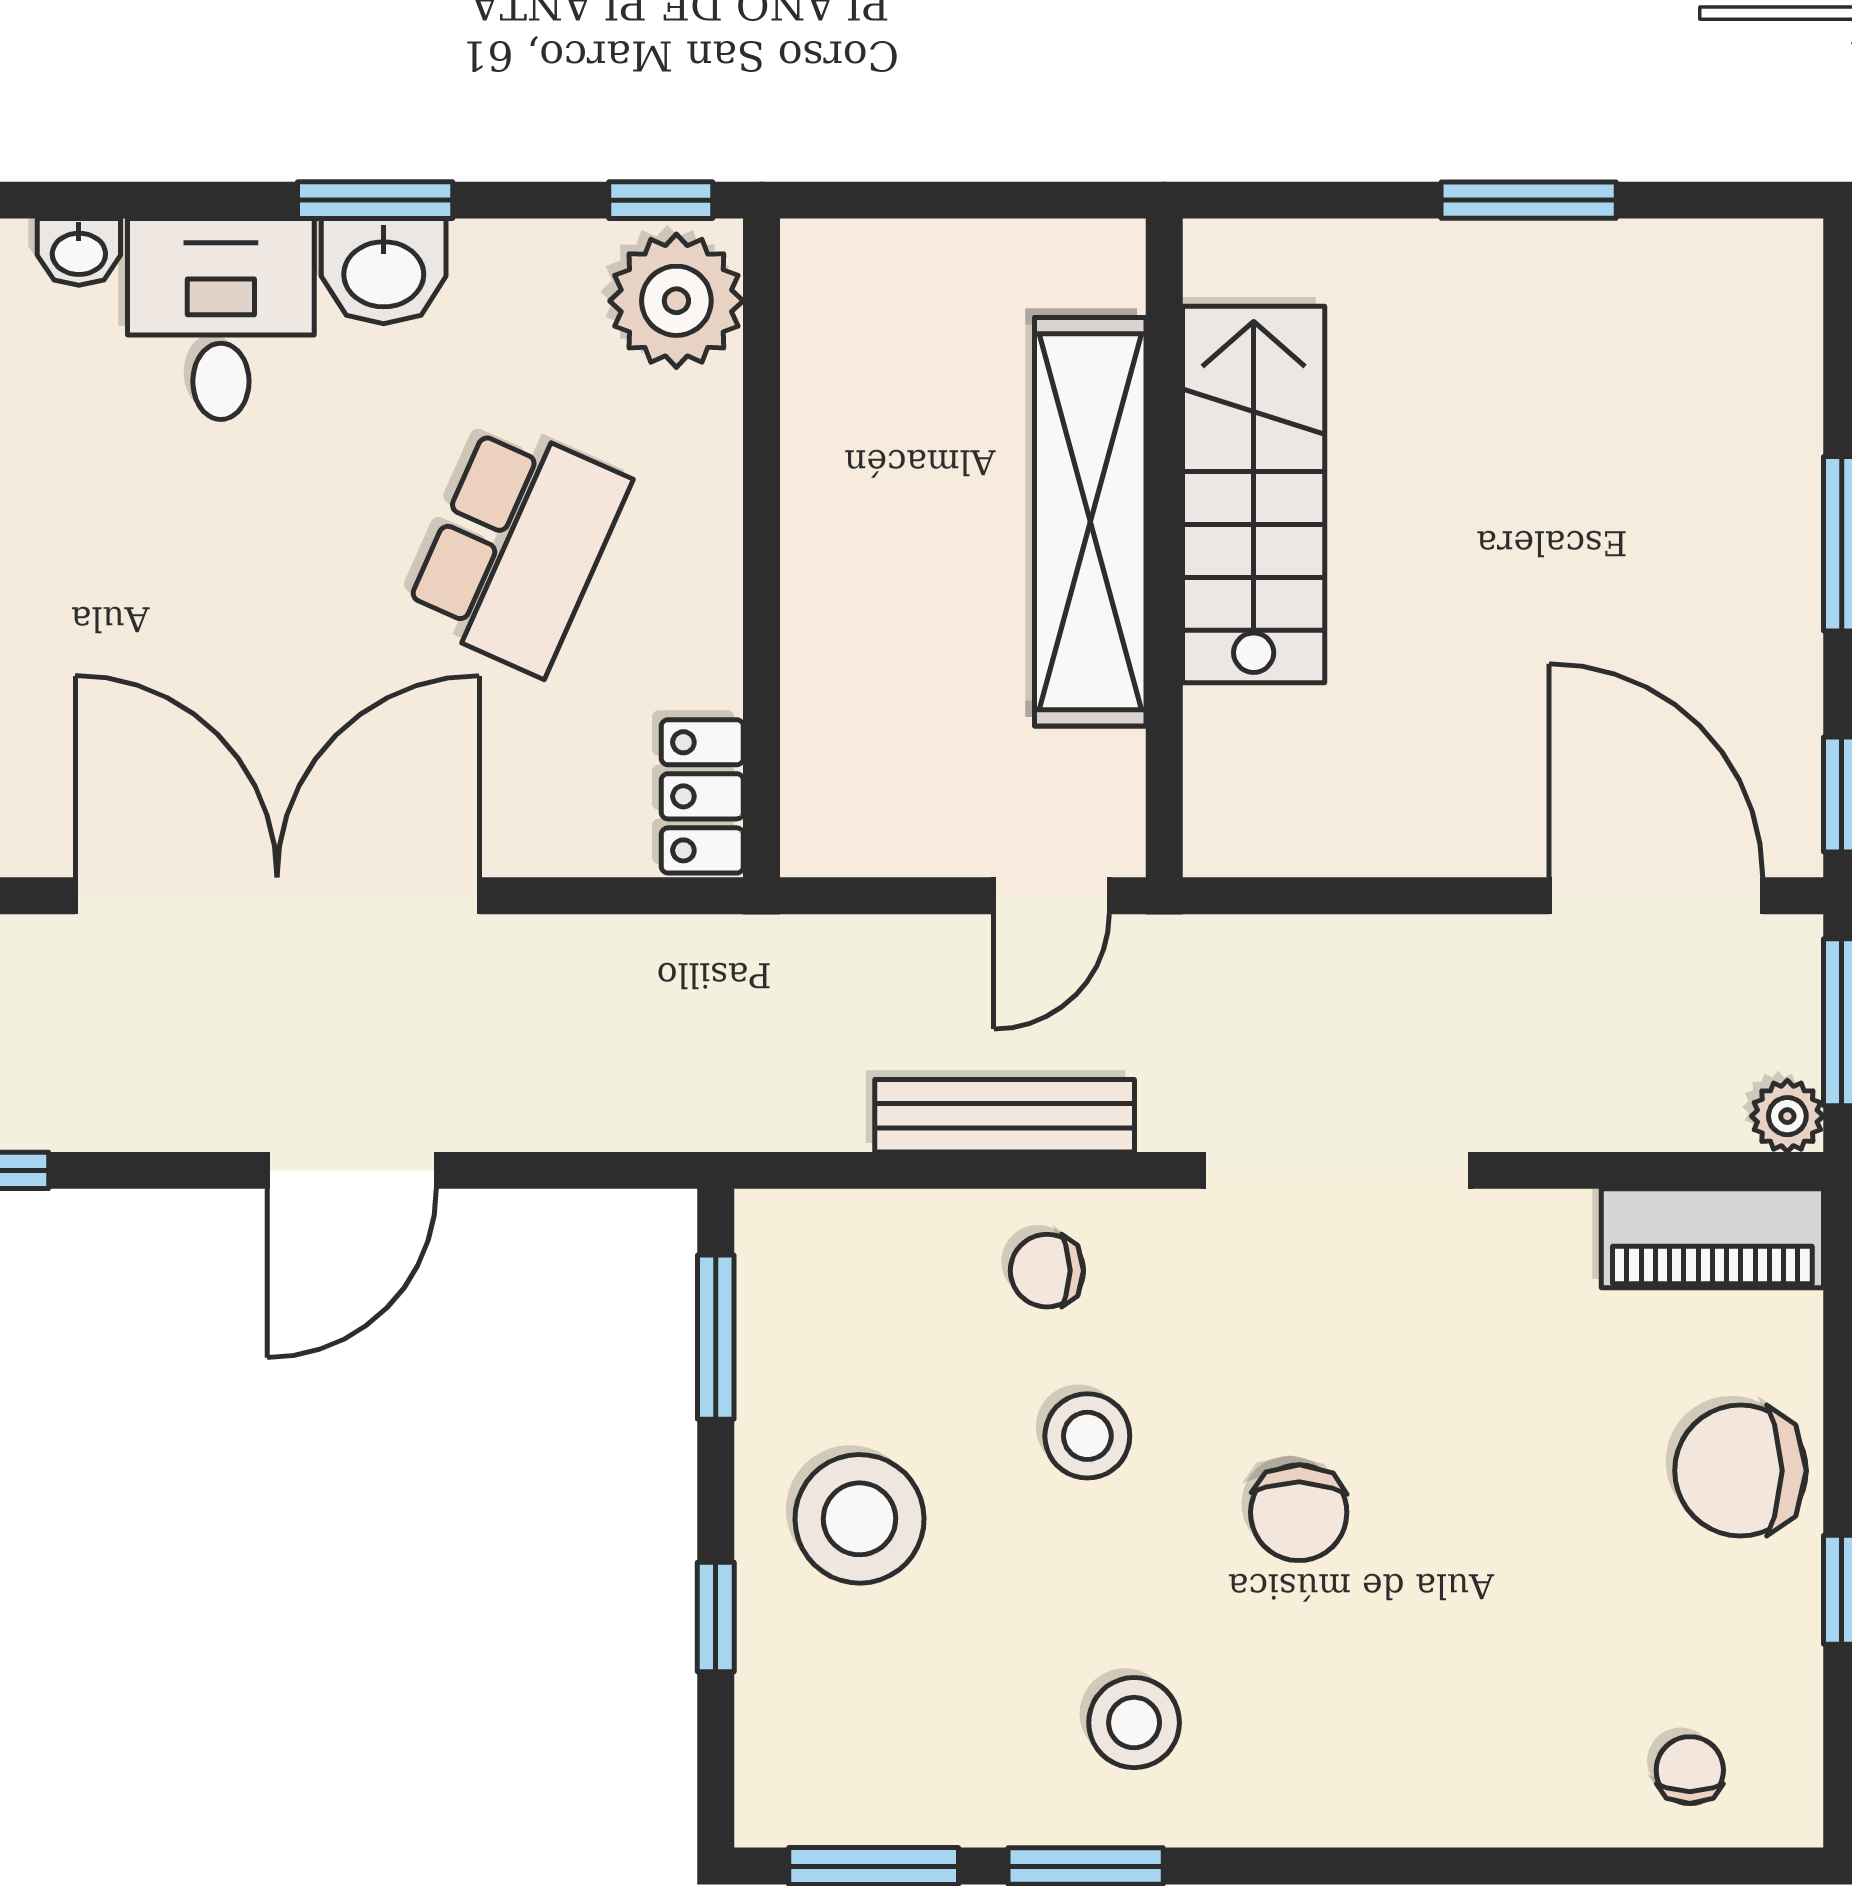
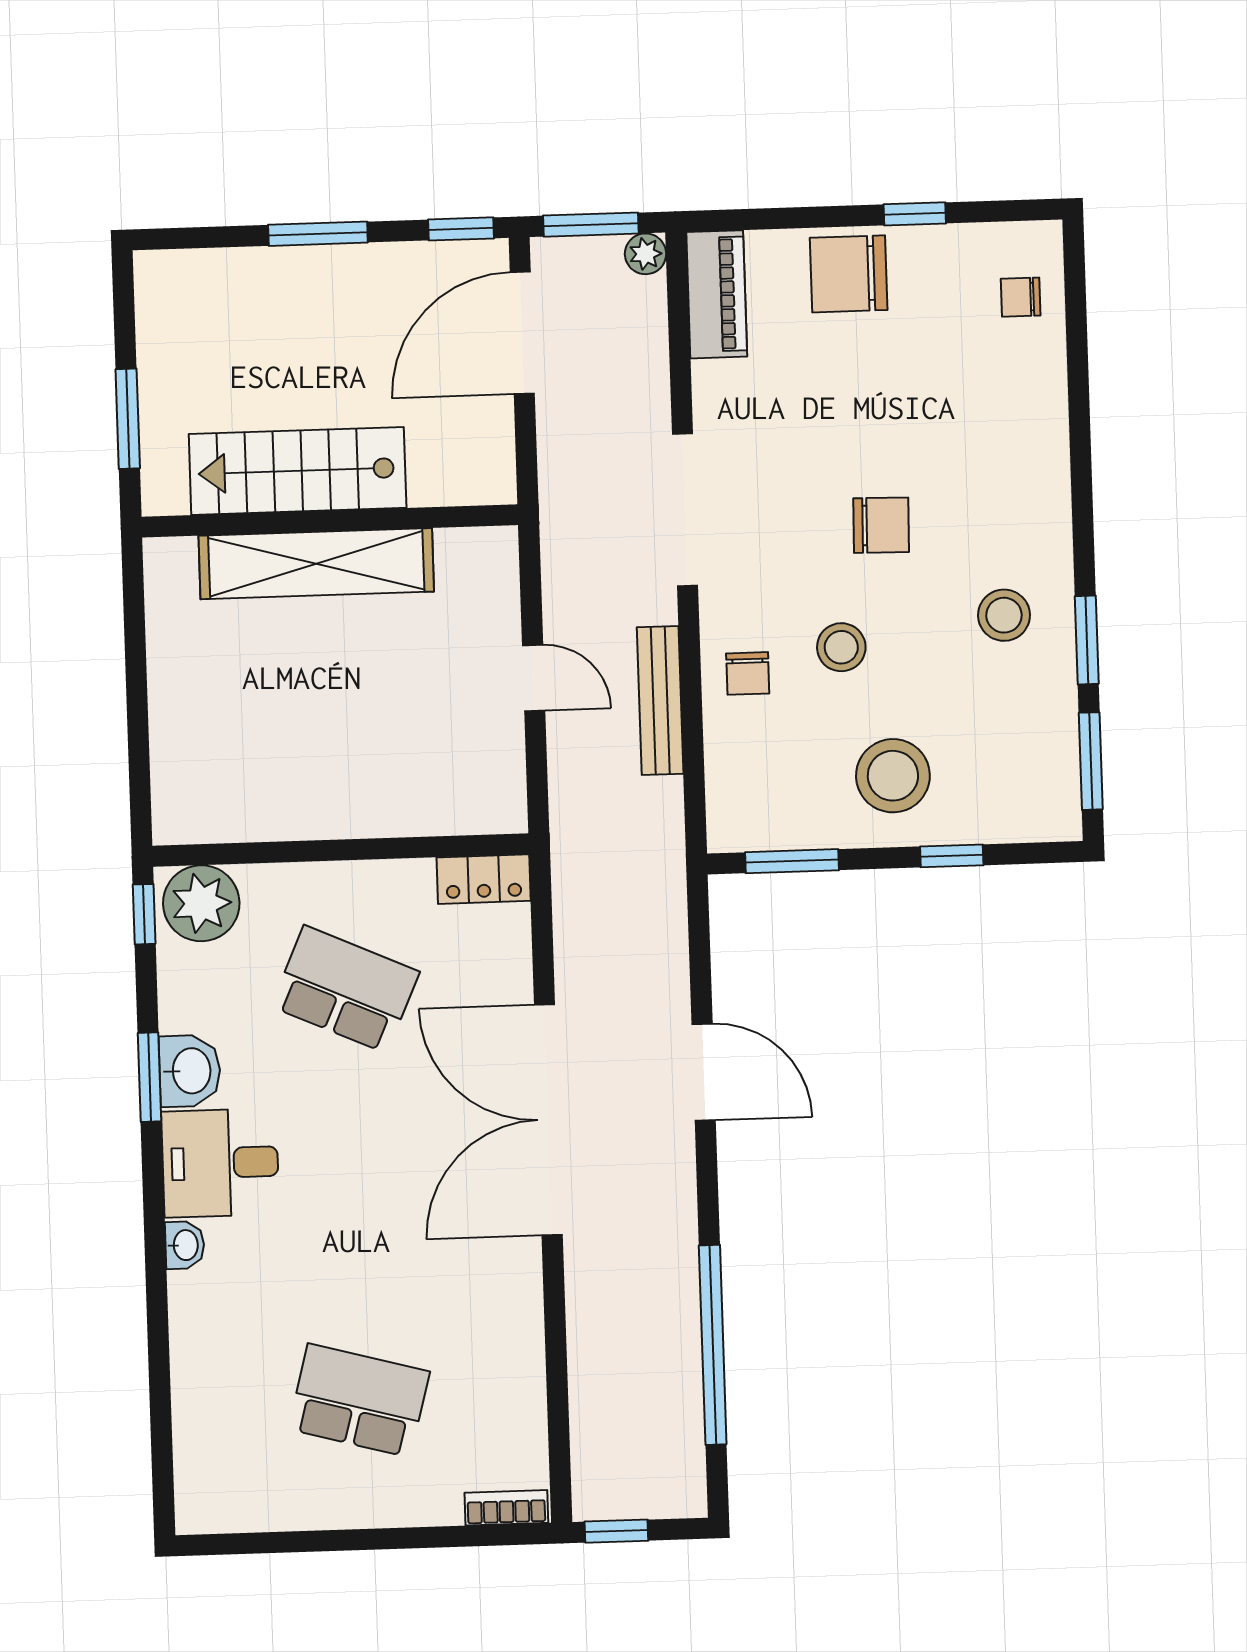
stairs: (1254, 495) -> (298, 471), moved
shelving: (1090, 522) -> (316, 564), moved
wall: (1164, 548) -> (330, 521), moved
chair: (1740, 1471) -> (849, 274), turned 90

